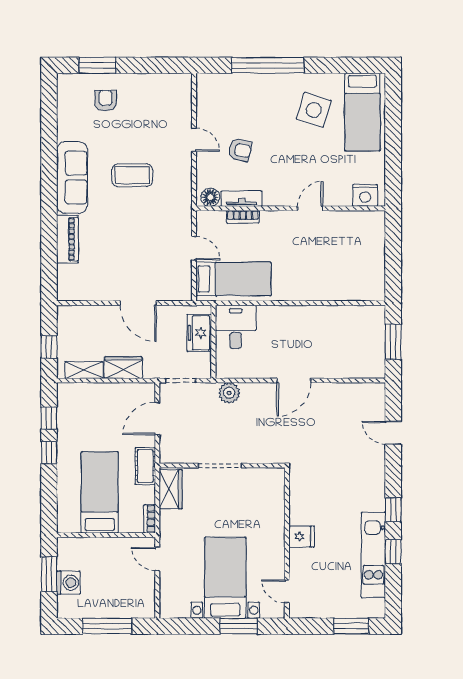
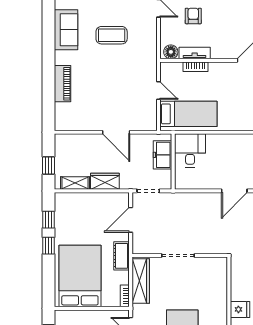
armchair: (240, 150) -> (193, 16), turned -103
sofa: (72, 177) -> (66, 30), width x0.73
plant: (229, 393) -> (185, 200), removed
wardrobe: (171, 489) -> (141, 281), width x1.50
bed: (100, 492) -> (80, 276), width x1.50

